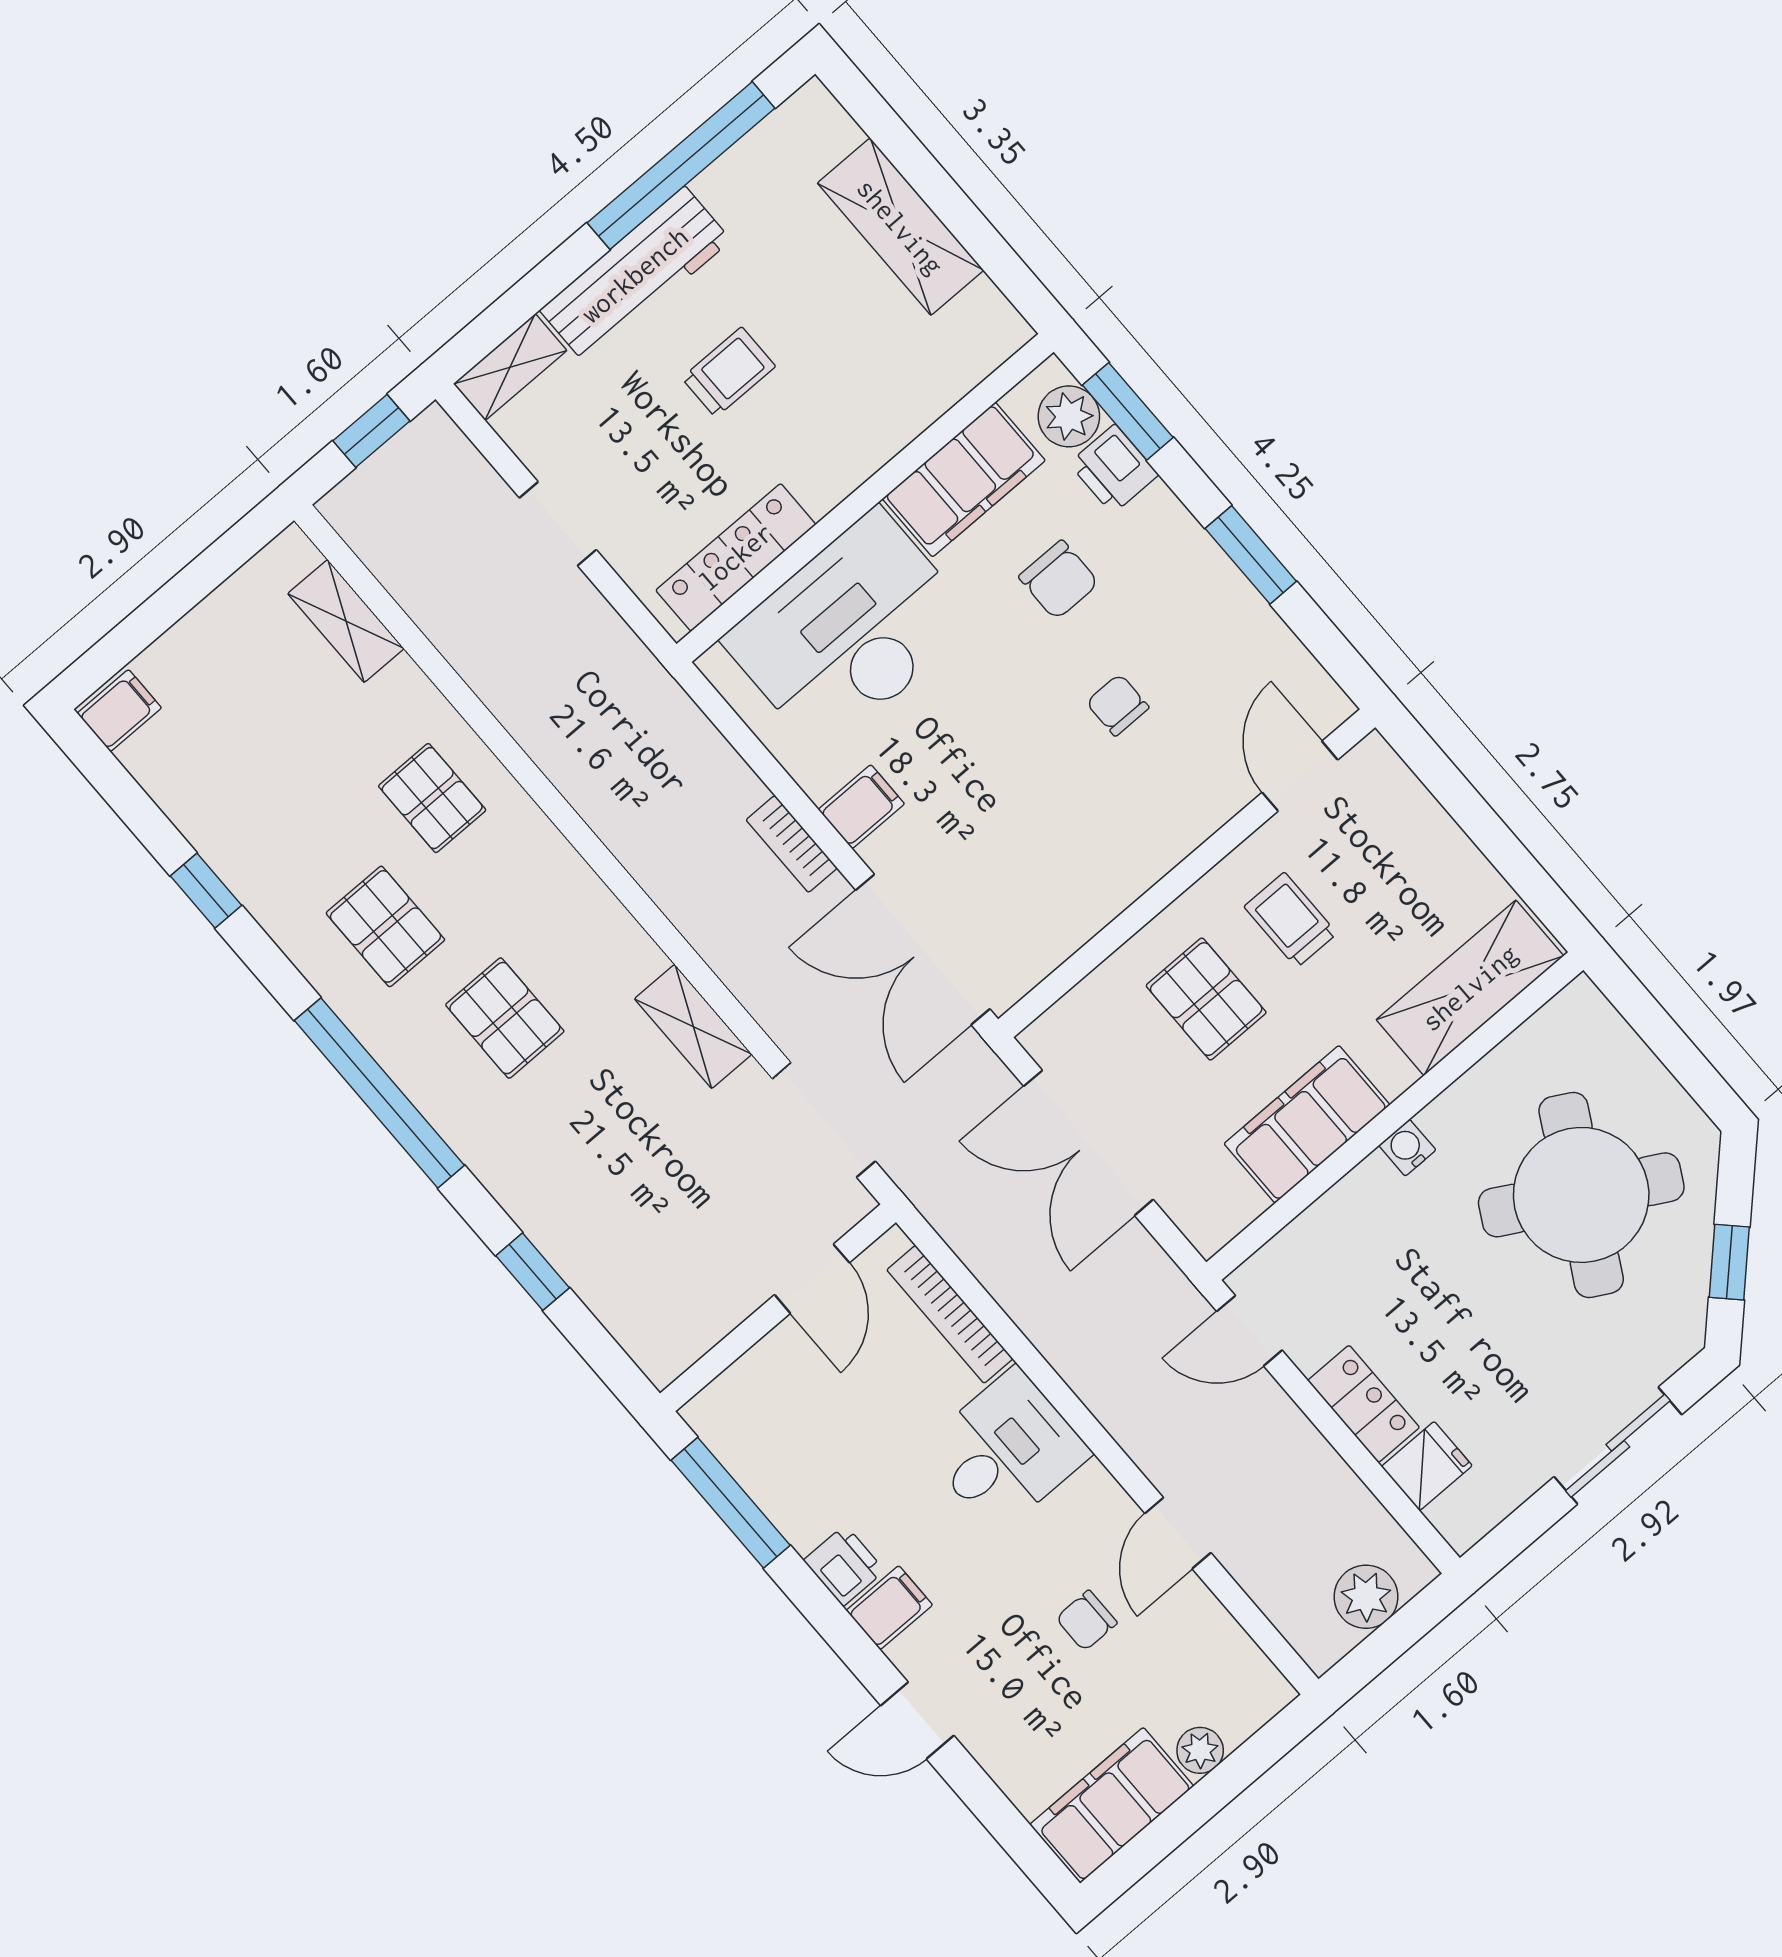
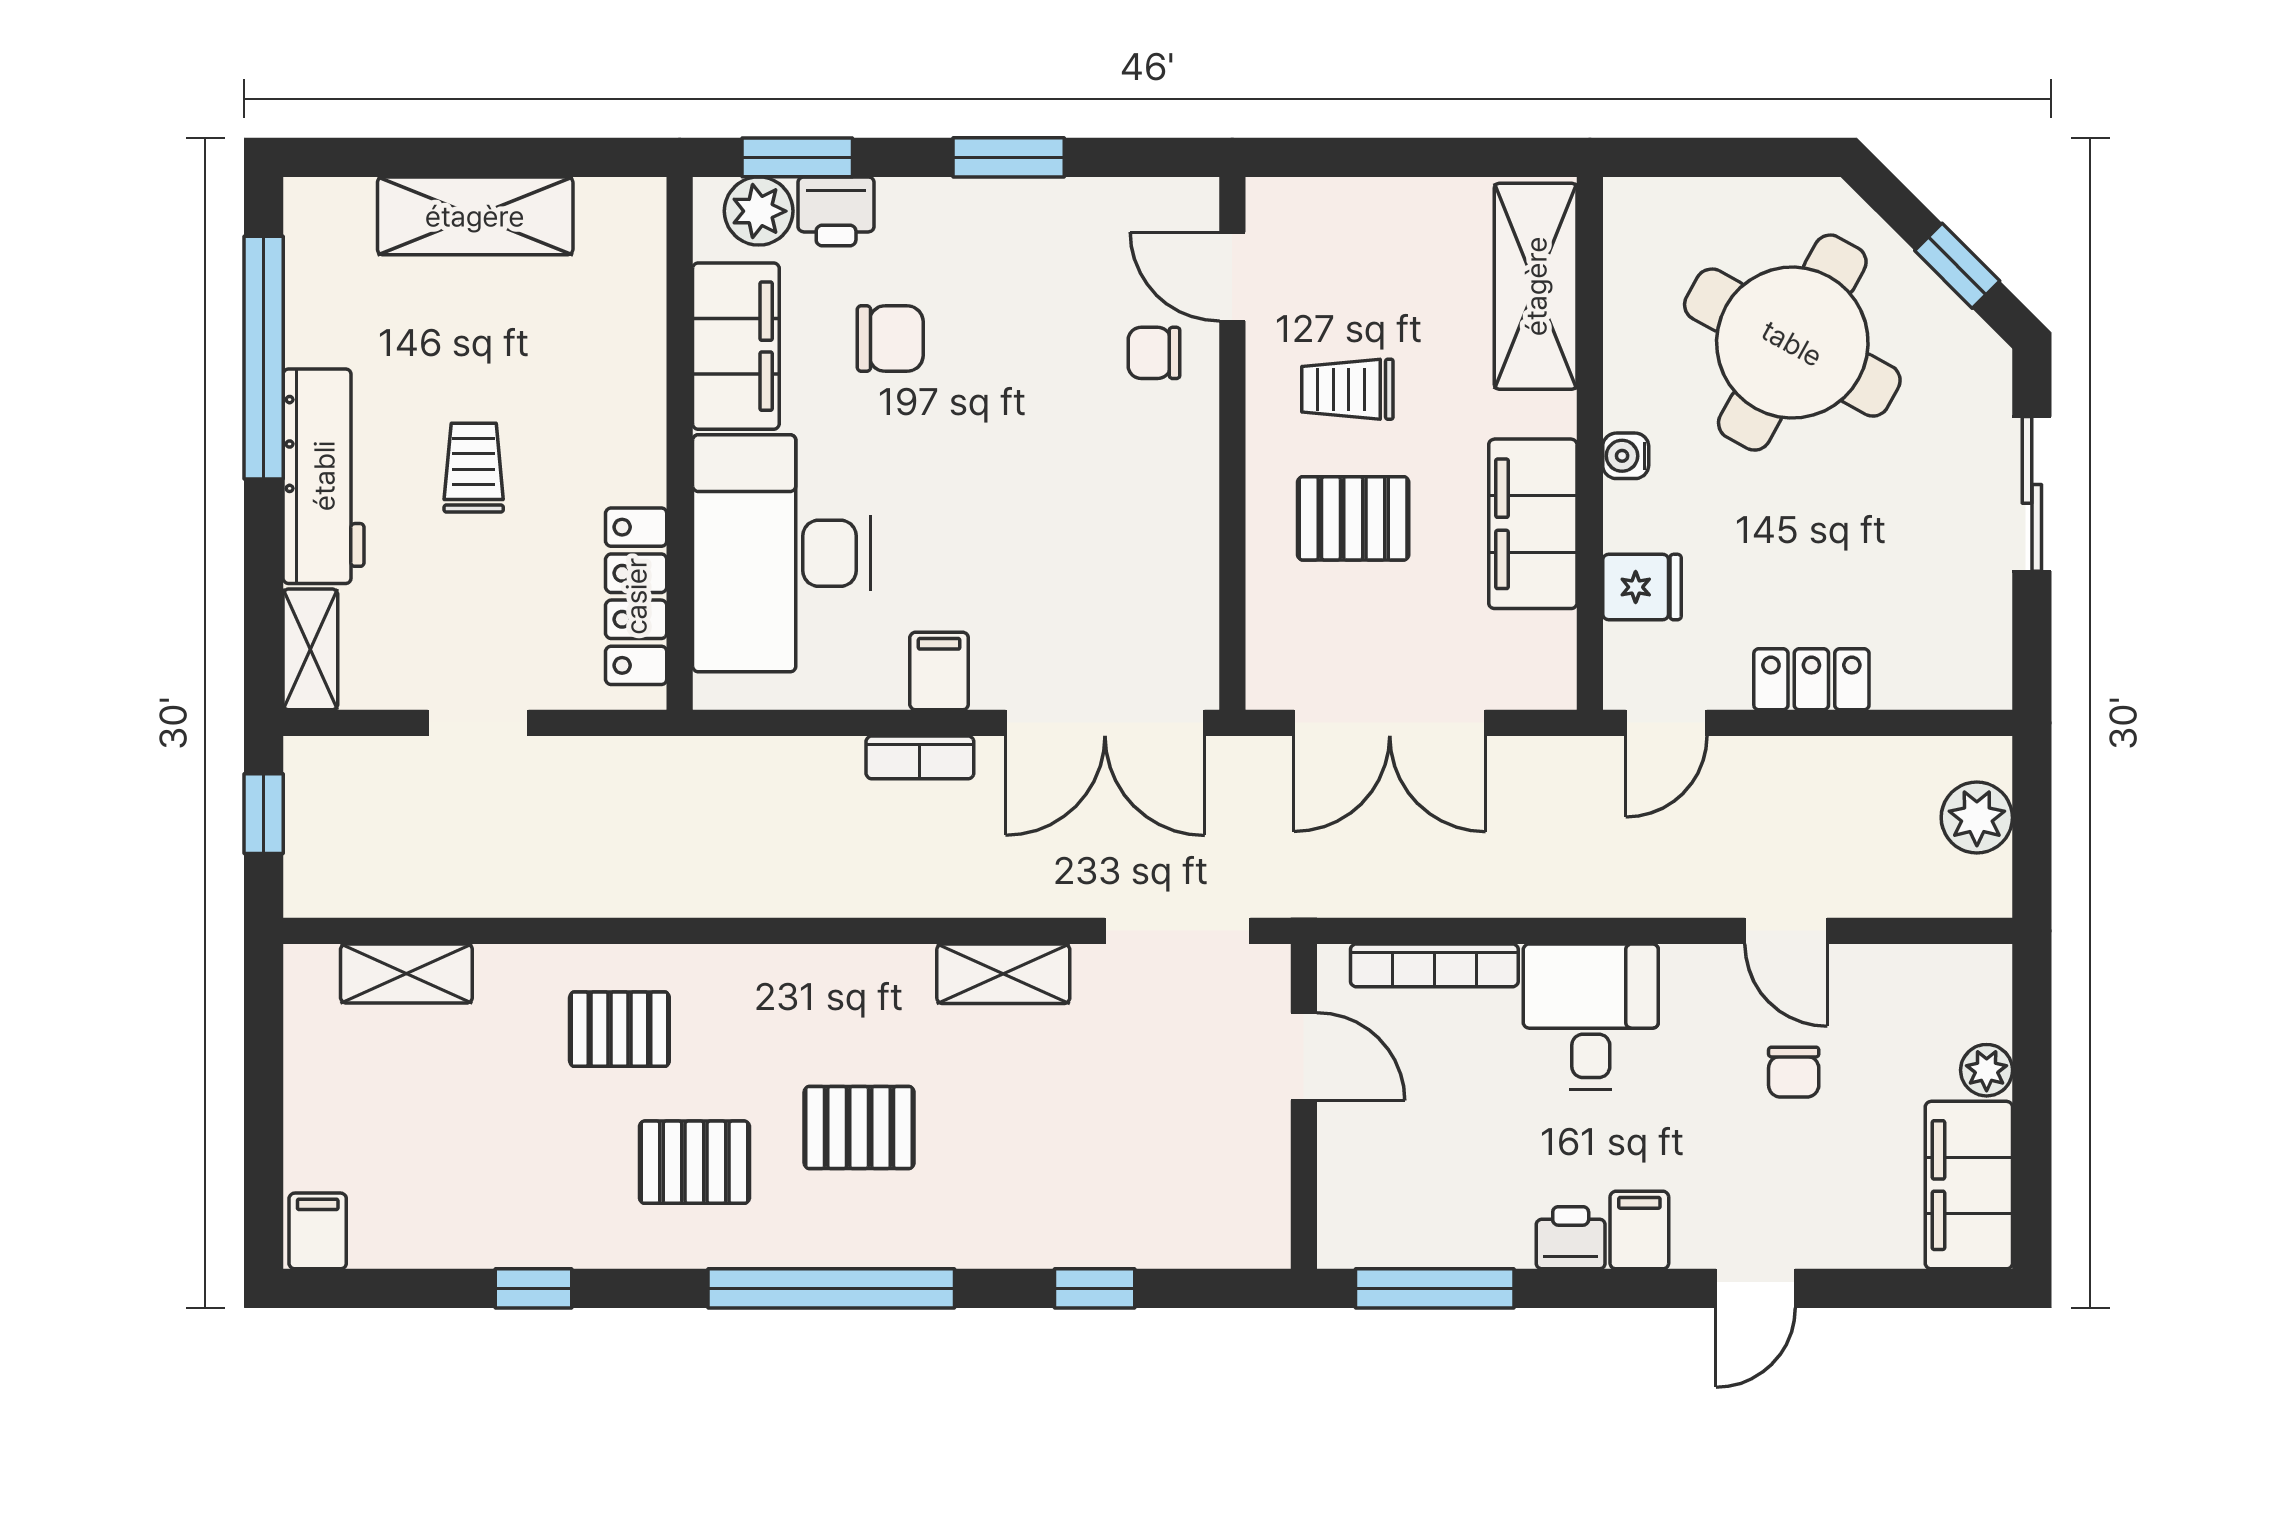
chair: (1118, 705) -> (1154, 353), moved
fridge: (1427, 1466) -> (1642, 587), moved, turned 90

